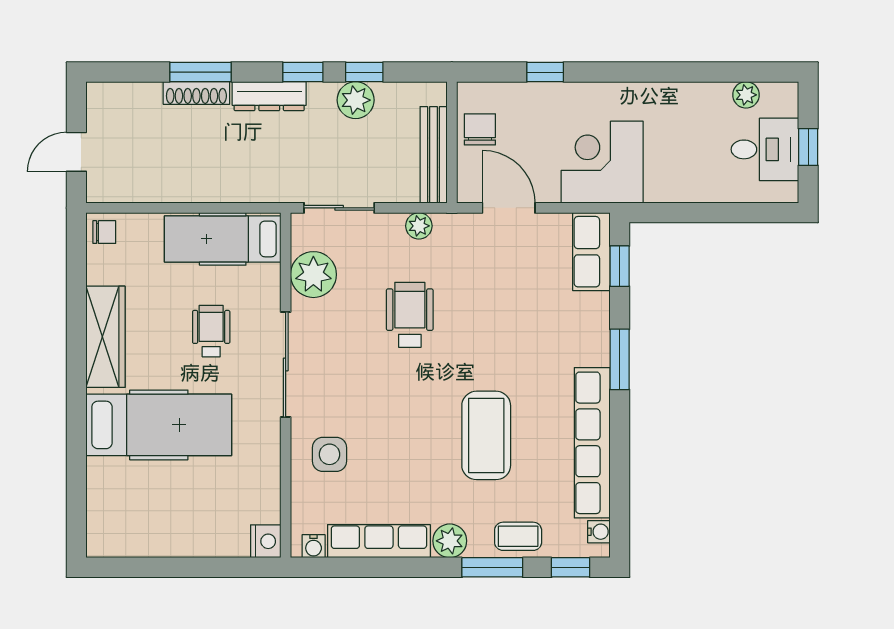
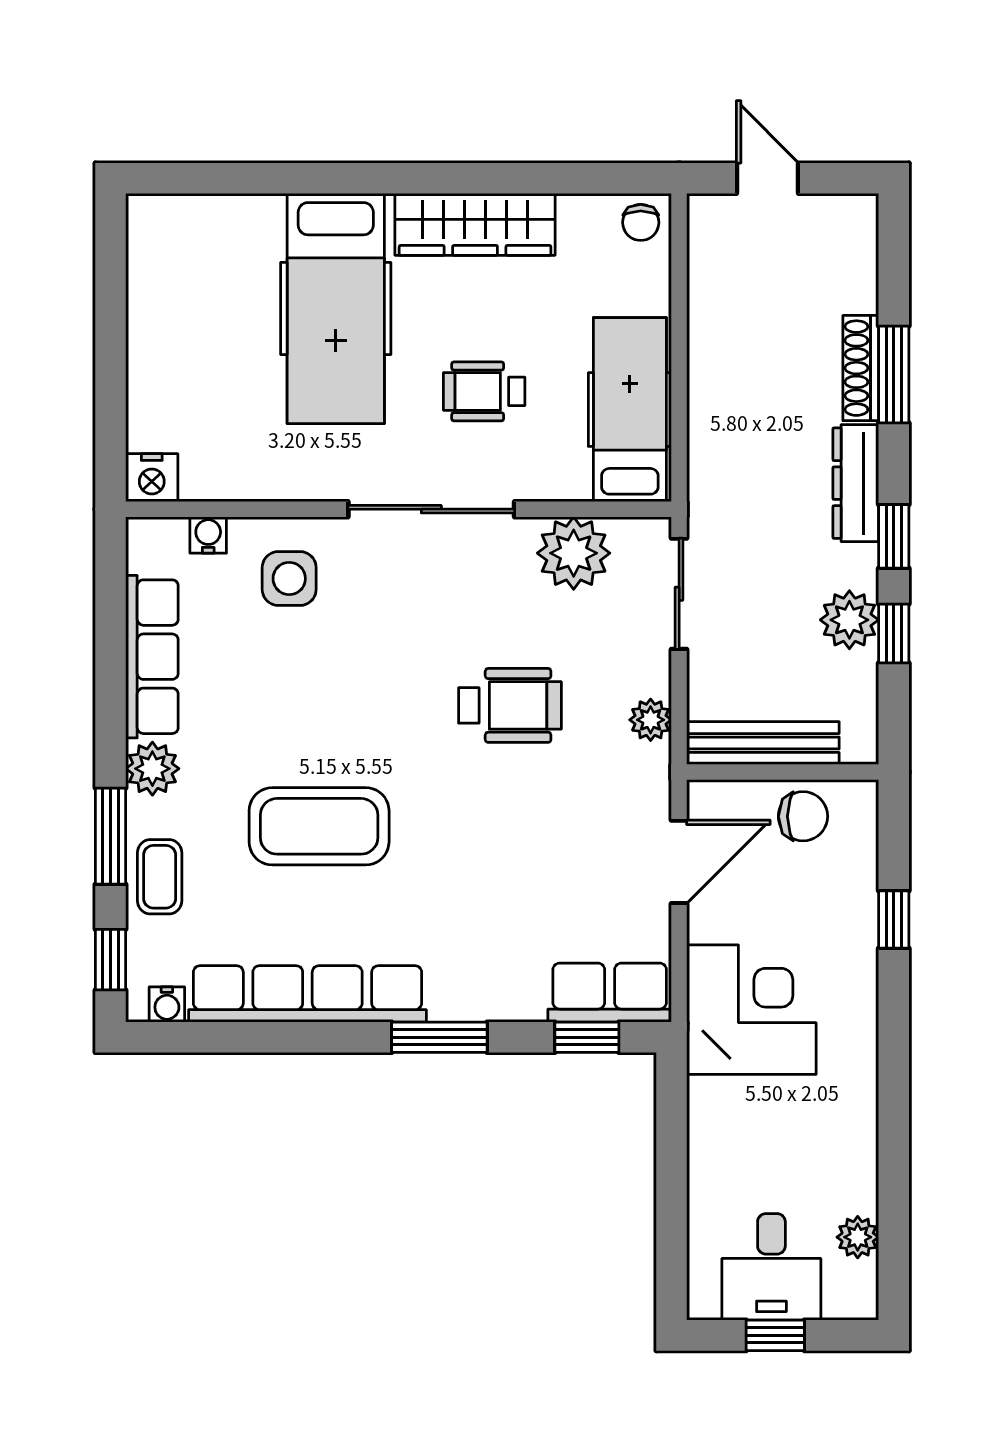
wheelchair: (211, 331) -> (484, 391), turned 180
water cooler: (314, 546) -> (208, 535), moved, turned 90

